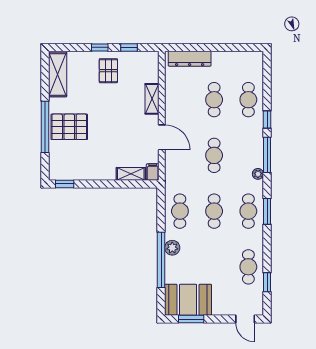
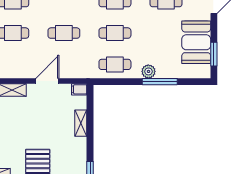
shelving: (131, 174) -> (81, 123), moved
window: (161, 260) -> (160, 82), width x0.68
booth: (188, 300) -> (196, 42), moved

